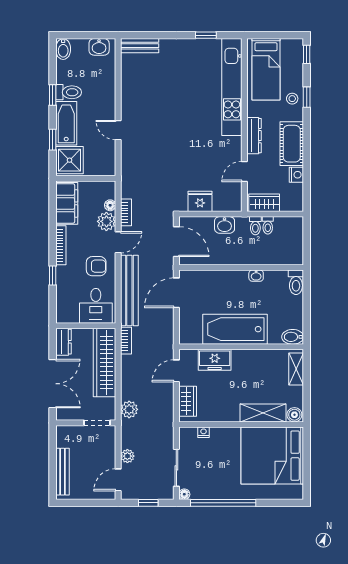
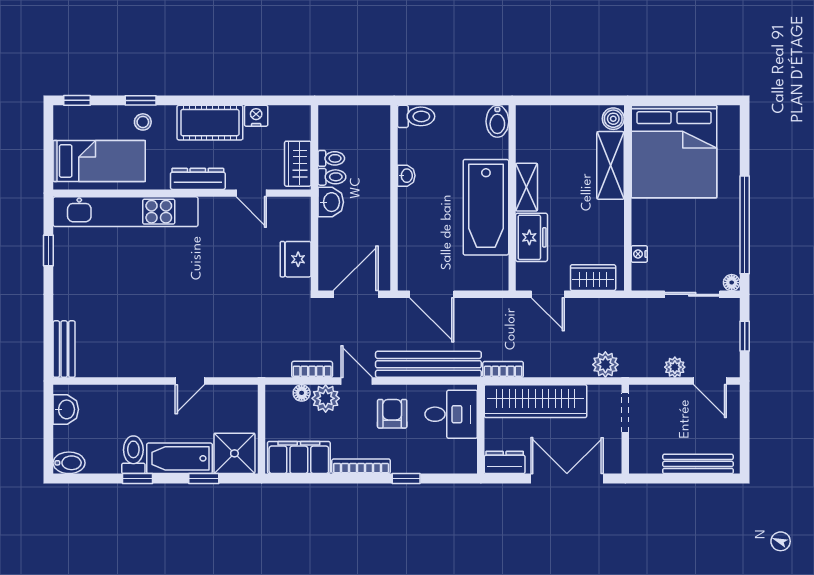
washbasin: (225, 225) -> (331, 202), moved
shelving: (296, 369) -> (527, 187), moved, turned 90

